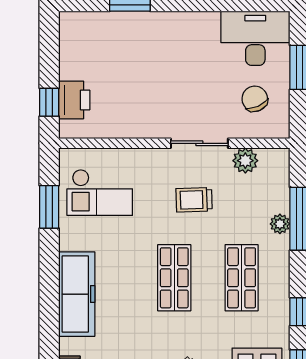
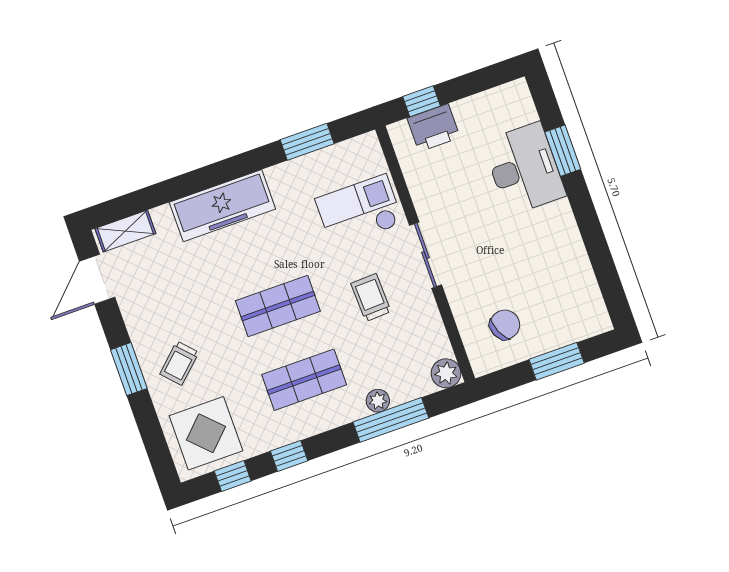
desk: (255, 38) -> (524, 169), moved
sliding door: (199, 143) -> (425, 255), moved
plant: (245, 161) -> (446, 373), moved
checkout: (100, 192) -> (359, 211), moved, turned 90

